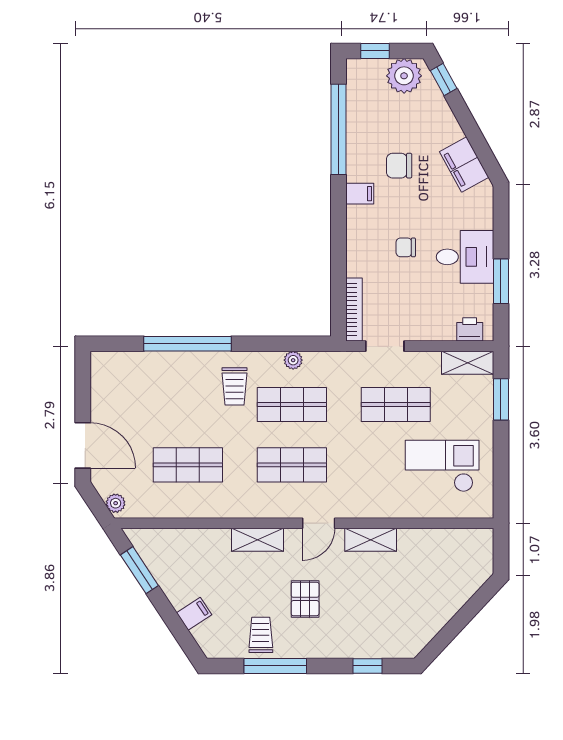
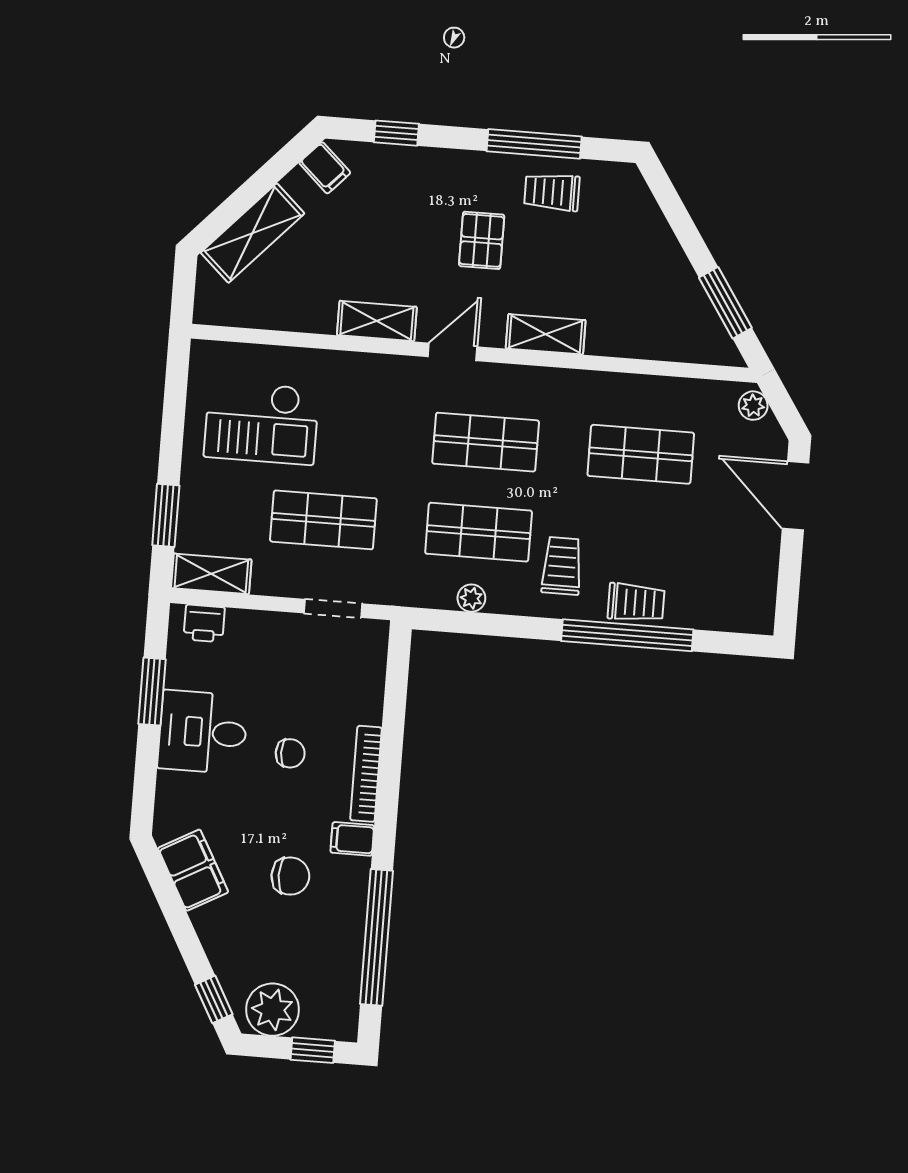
bookcase: (354, 309) -> (366, 774), moved
trolley: (183, 366) -> (636, 603), added
shelving: (458, 592) -> (253, 233), added
filing cabinet: (194, 614) -> (325, 168), moved, turned -104
trolley: (261, 635) -> (552, 192), turned 90

